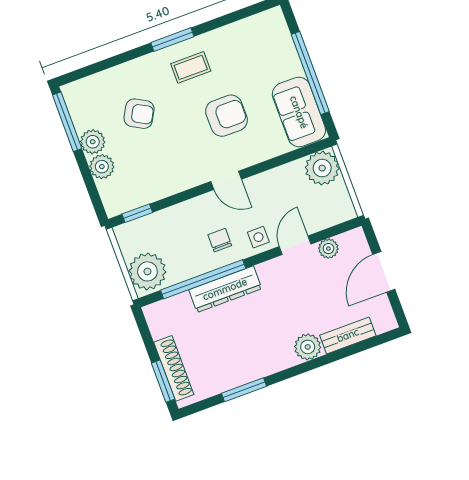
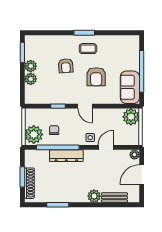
armchair: (139, 114) -> (66, 66), moved, turned 57
armchair: (226, 116) -> (96, 77), turned 90
window: (67, 122) -> (22, 53), width x0.69
window: (137, 213) -> (58, 106), moved
chair: (220, 240) -> (54, 130), moved
plant: (328, 249) -> (134, 155), moved
window: (163, 381) -> (22, 177), moved

